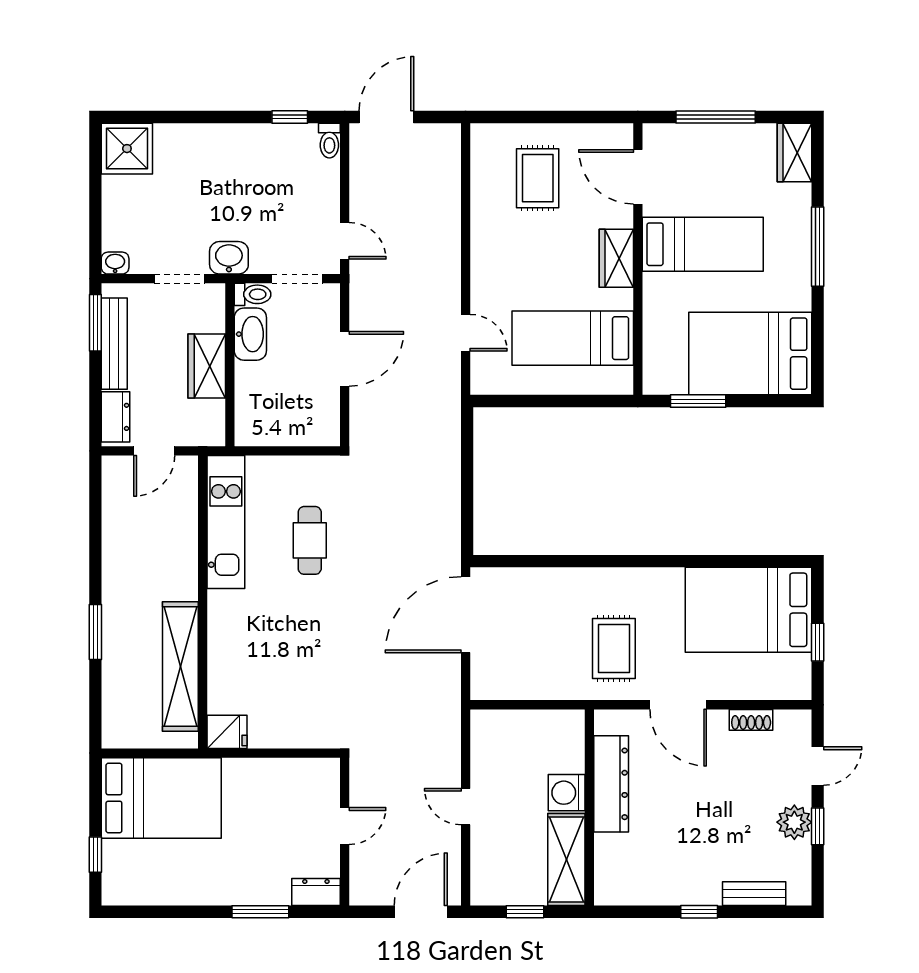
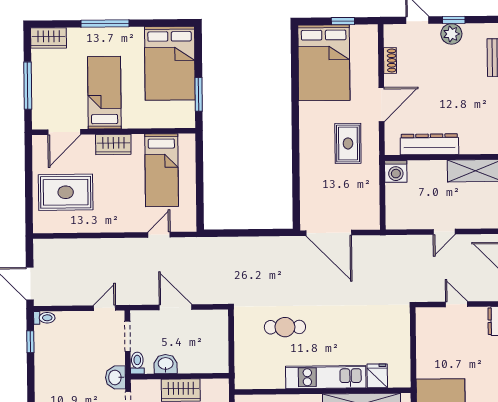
rug: (538, 178) -> (66, 192), width x1.36, depth x1.43
washbasin: (250, 334) -> (166, 364), width x0.72
kitchen unit: (226, 522) -> (326, 377), moved
rug: (614, 648) -> (348, 143), turned 90
fridge: (227, 732) -> (377, 376), moved
washing machine: (567, 793) -> (396, 171), moved

